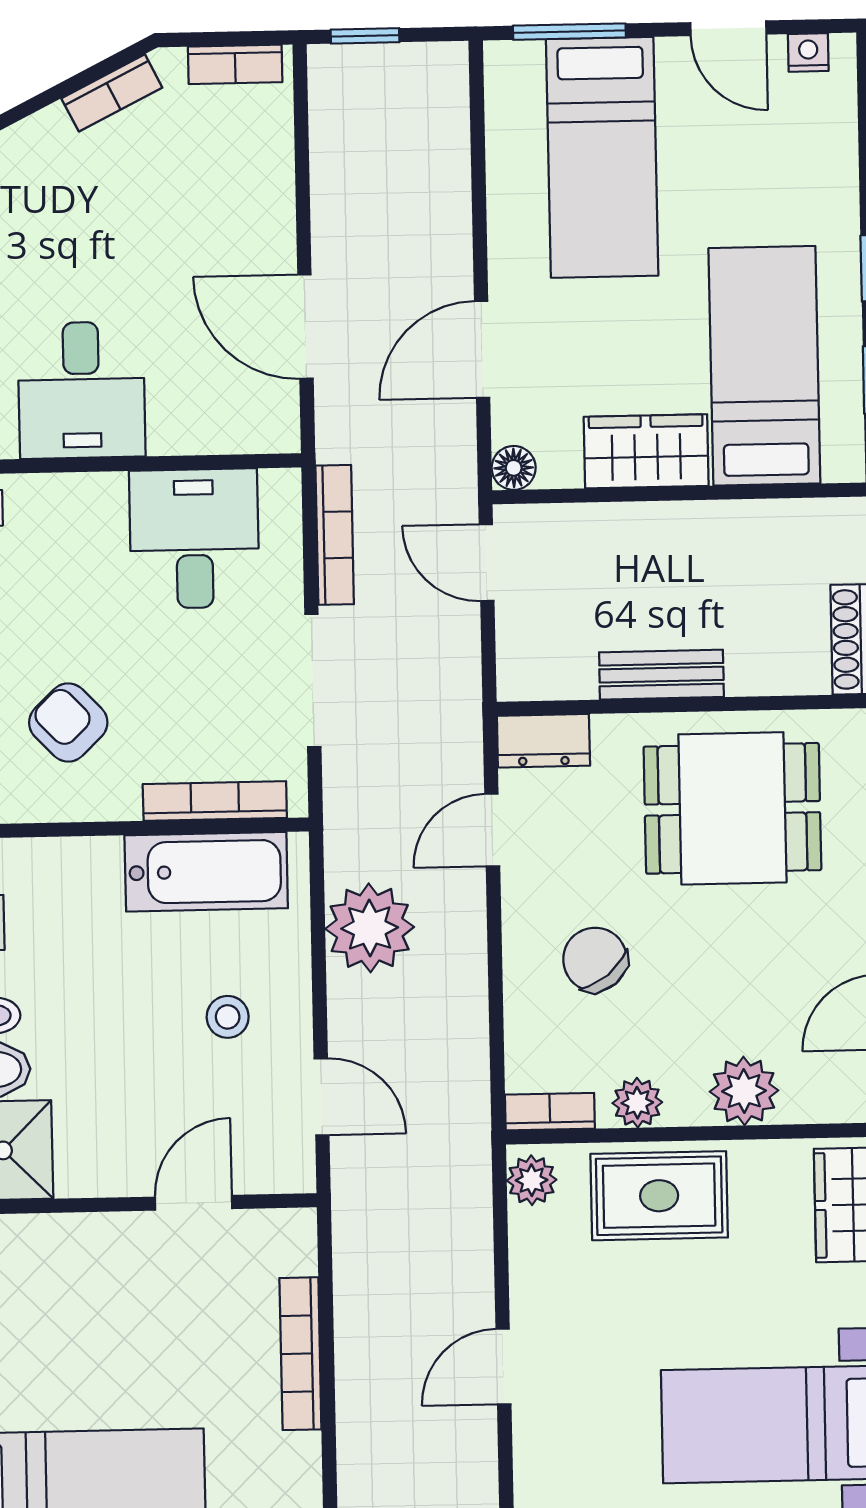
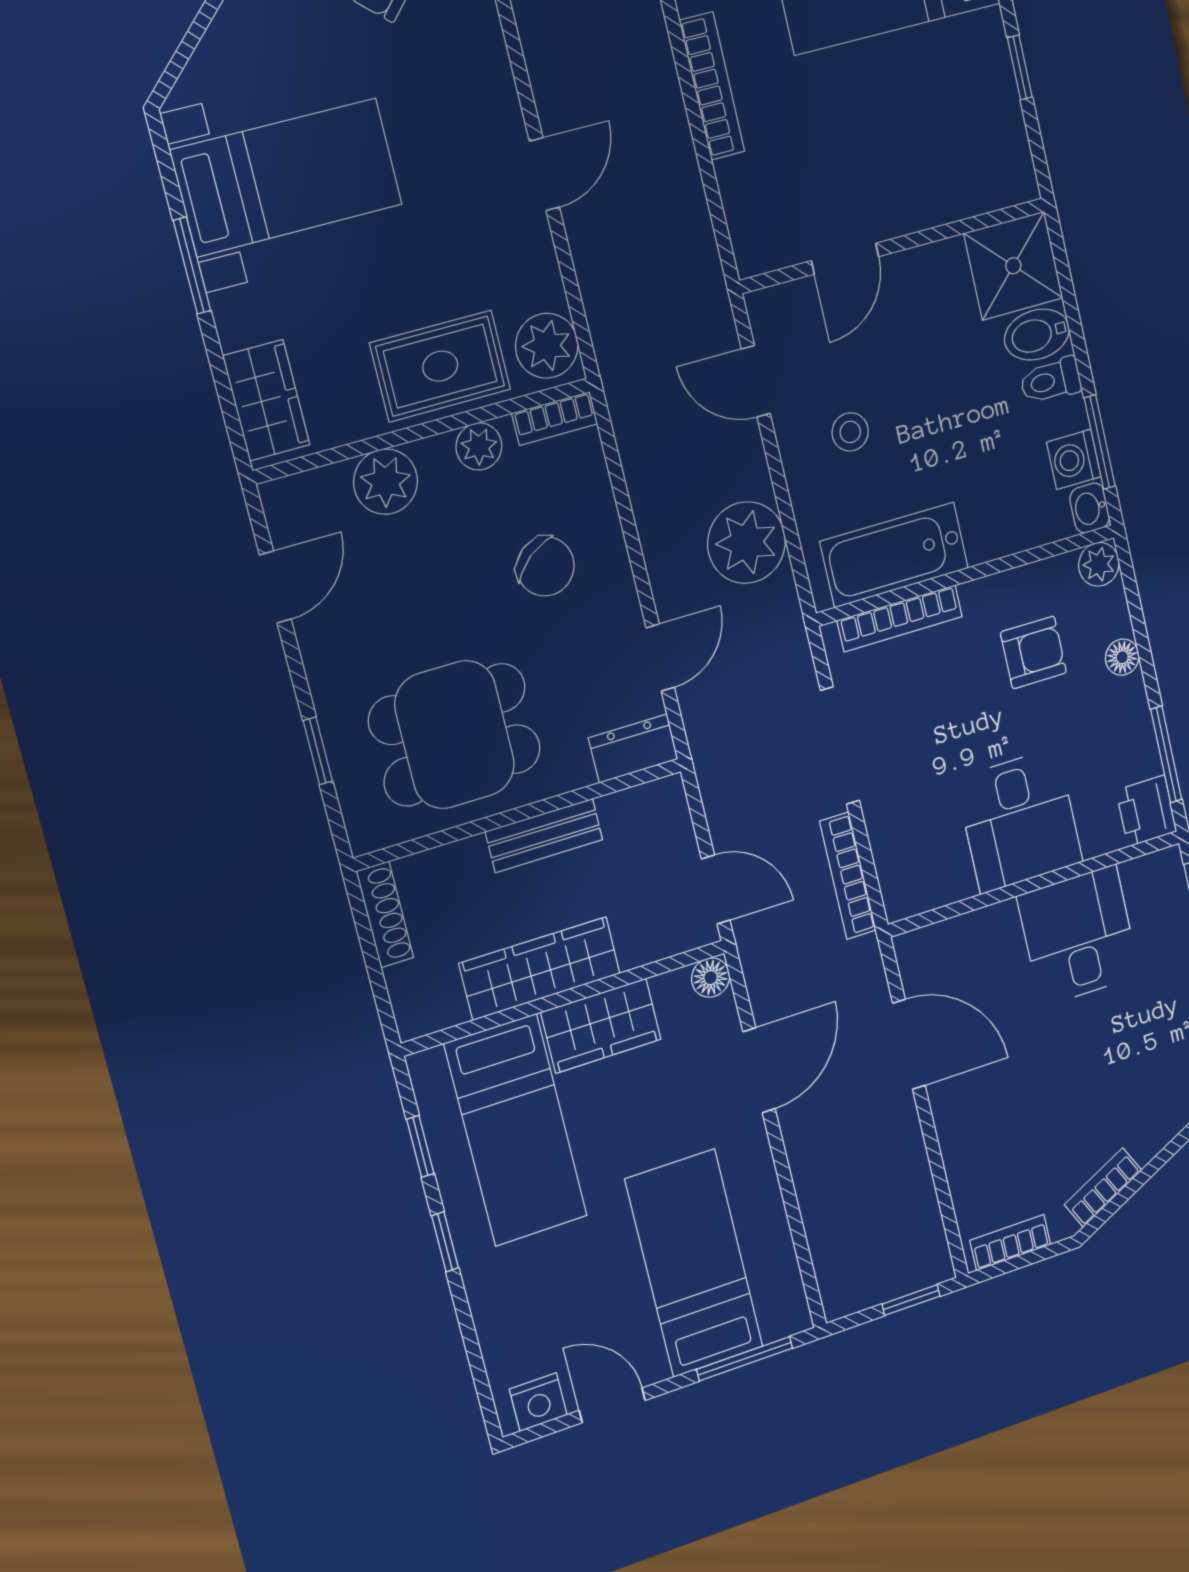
nightstand: (808, 53) -> (538, 1402), width x1.39, depth x1.35
wardrobe: (699, 533) -> (540, 969), added
desk: (194, 539) -> (1019, 820), moved
armchair: (68, 723) -> (1033, 652), turned -46
plant: (532, 1180) -> (547, 346), width x1.38, depth x1.38
bookcase: (300, 1354) -> (712, 86), moved

